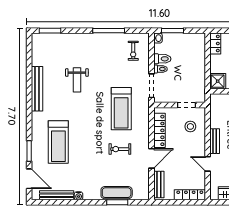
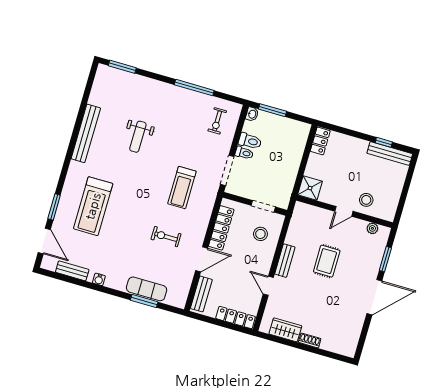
treadmill: (121, 109) -> (182, 188), width x0.73, depth x0.73
bench: (57, 195) -> (72, 271), width x0.73

